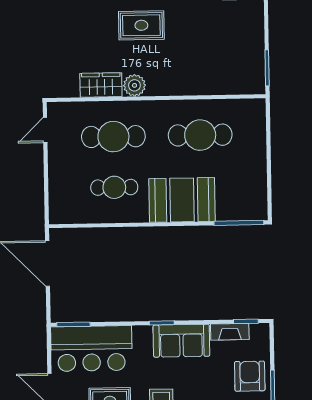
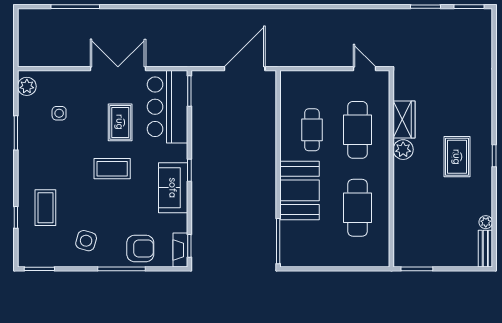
fireplace: (230, 332) -> (180, 250), moved

